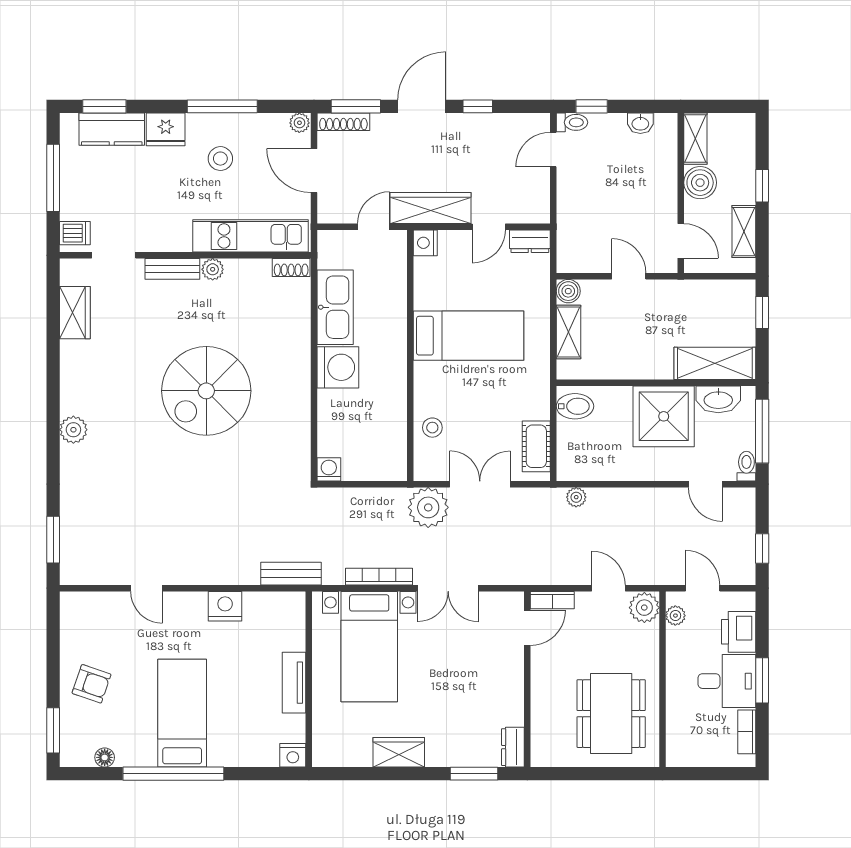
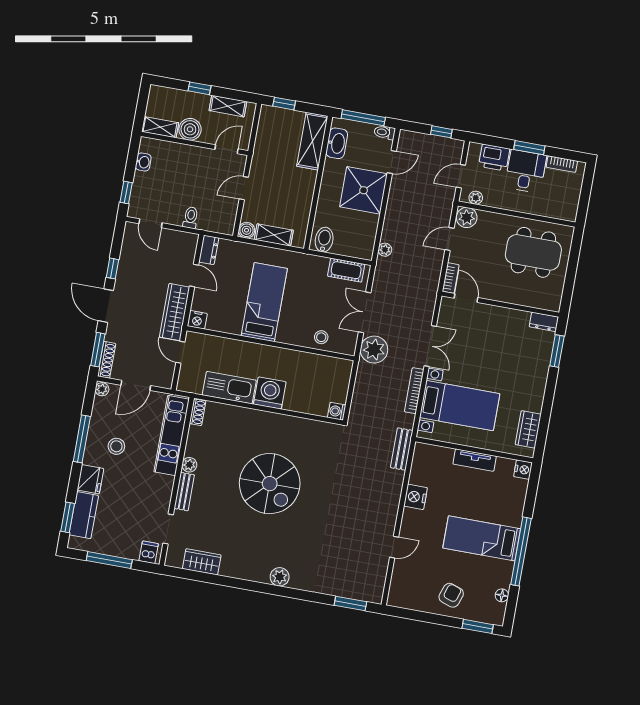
toilet: (572, 122) -> (191, 218), moved
shower: (664, 416) -> (364, 190), moved
wardrobe: (399, 752) -> (528, 429), moved

